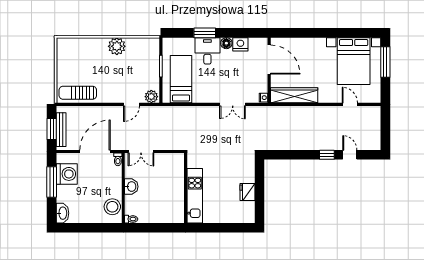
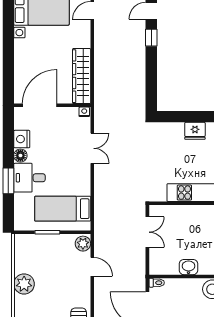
double door: (141, 151) -> (147, 232), moved

